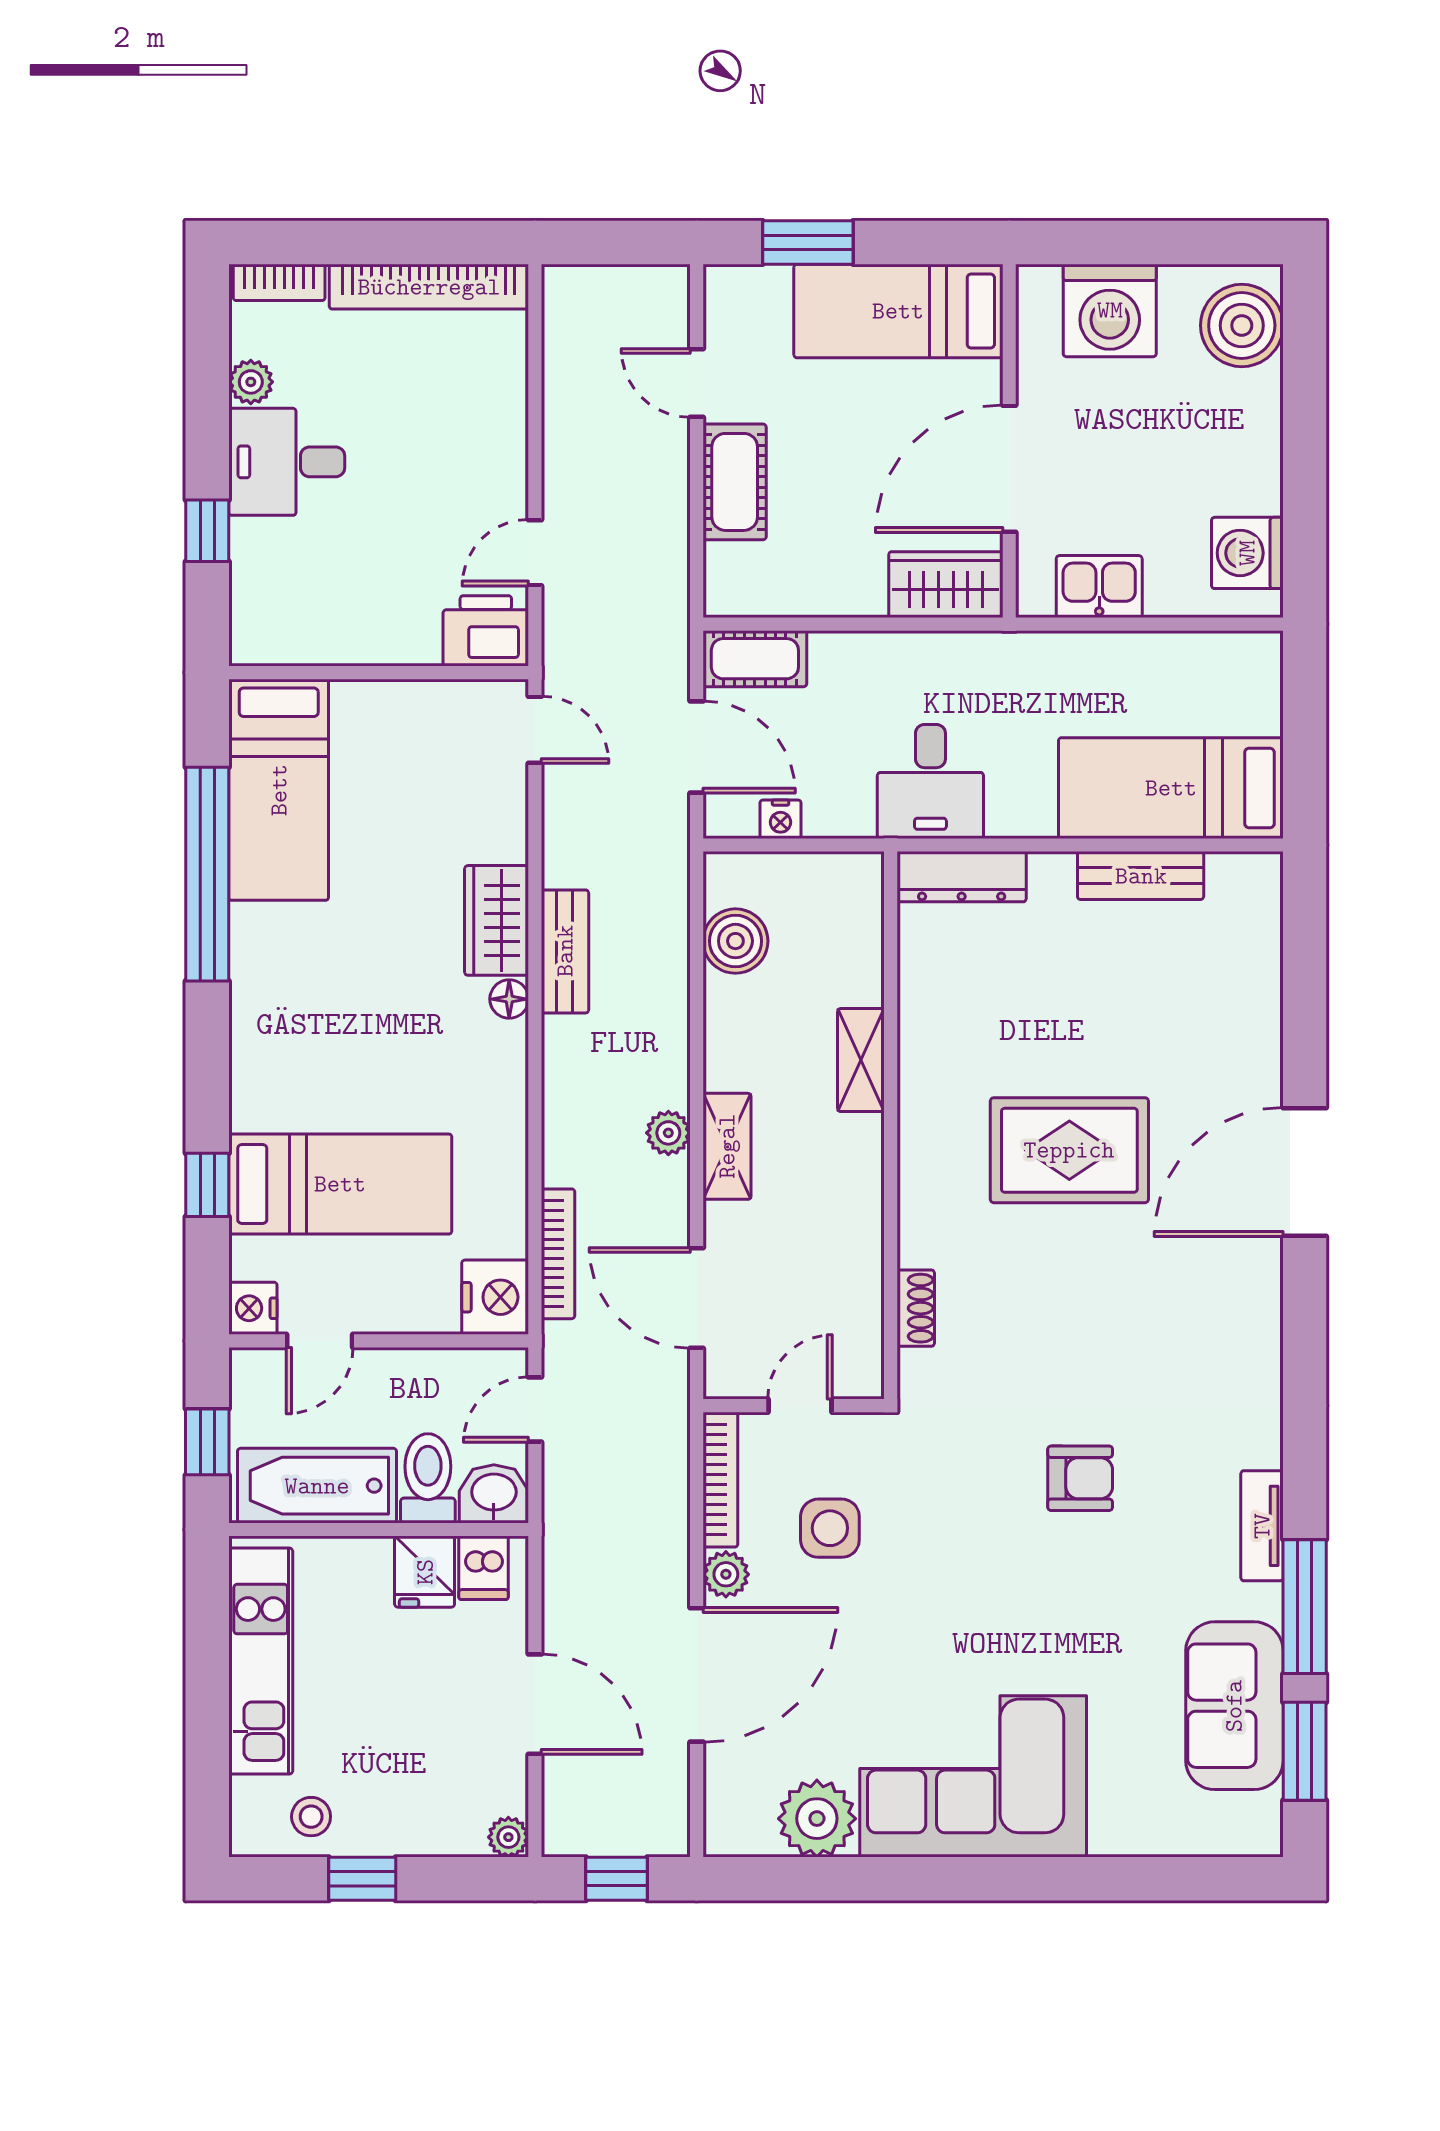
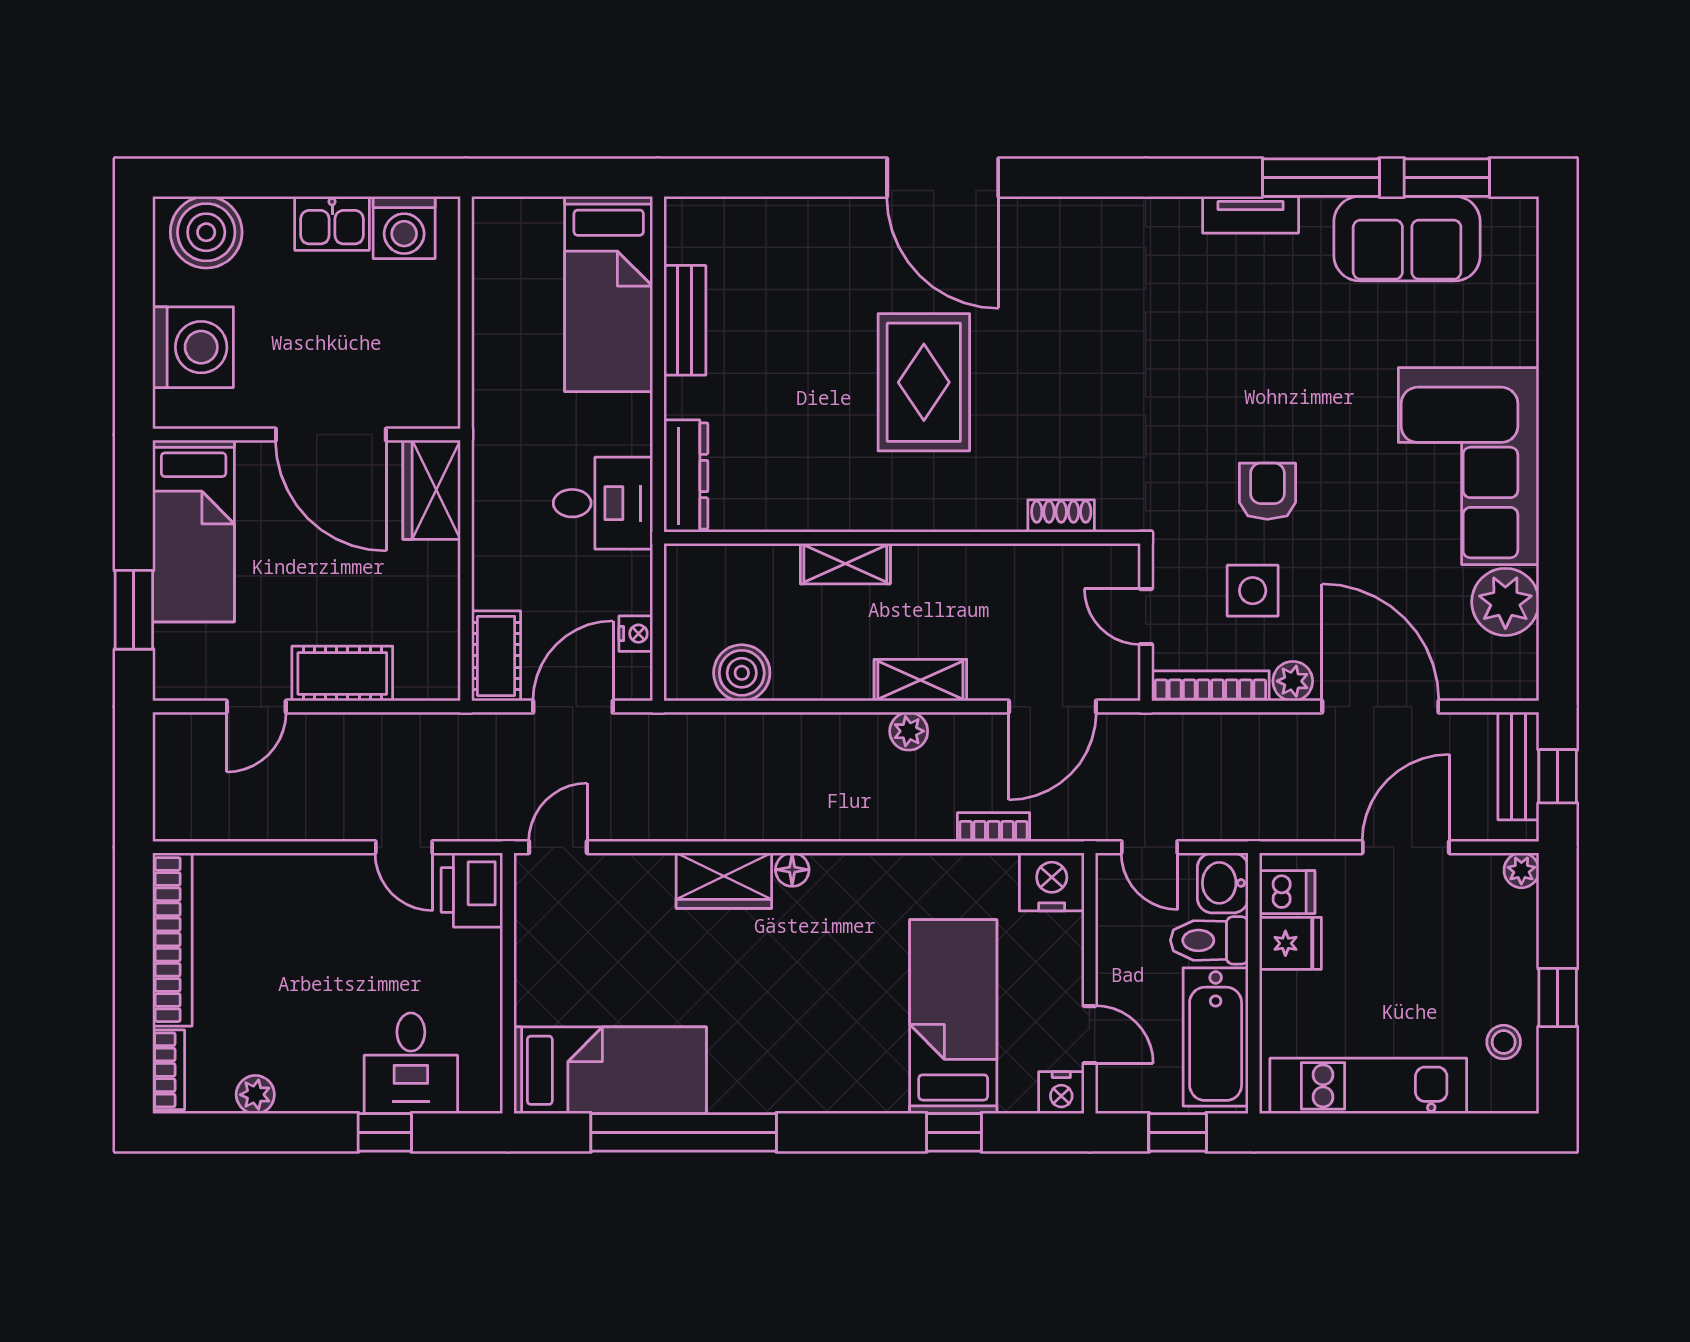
desk: (287, 462) -> (411, 1063), moved
kitchen sink: (1099, 587) -> (332, 223), moved, turned -90
bench: (565, 951) -> (1518, 766), moved, turned 90
bookcase: (558, 1254) -> (994, 827), width x0.64
armchair: (1080, 1478) -> (1267, 491), moved

